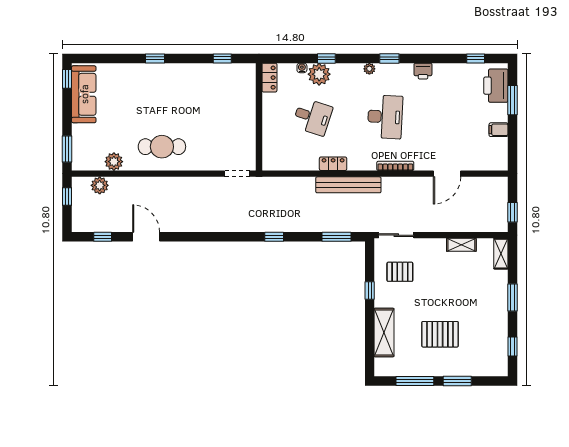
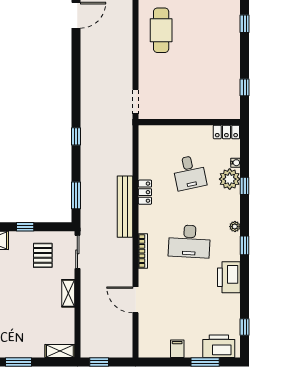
printer: (423, 71) -> (229, 277), width x1.87, depth x1.48
desk: (312, 117) -> (189, 173), turned -30
shelving: (461, 245) -> (68, 293), moved

